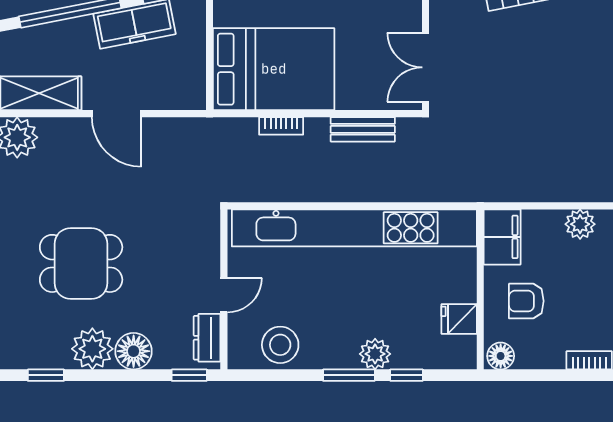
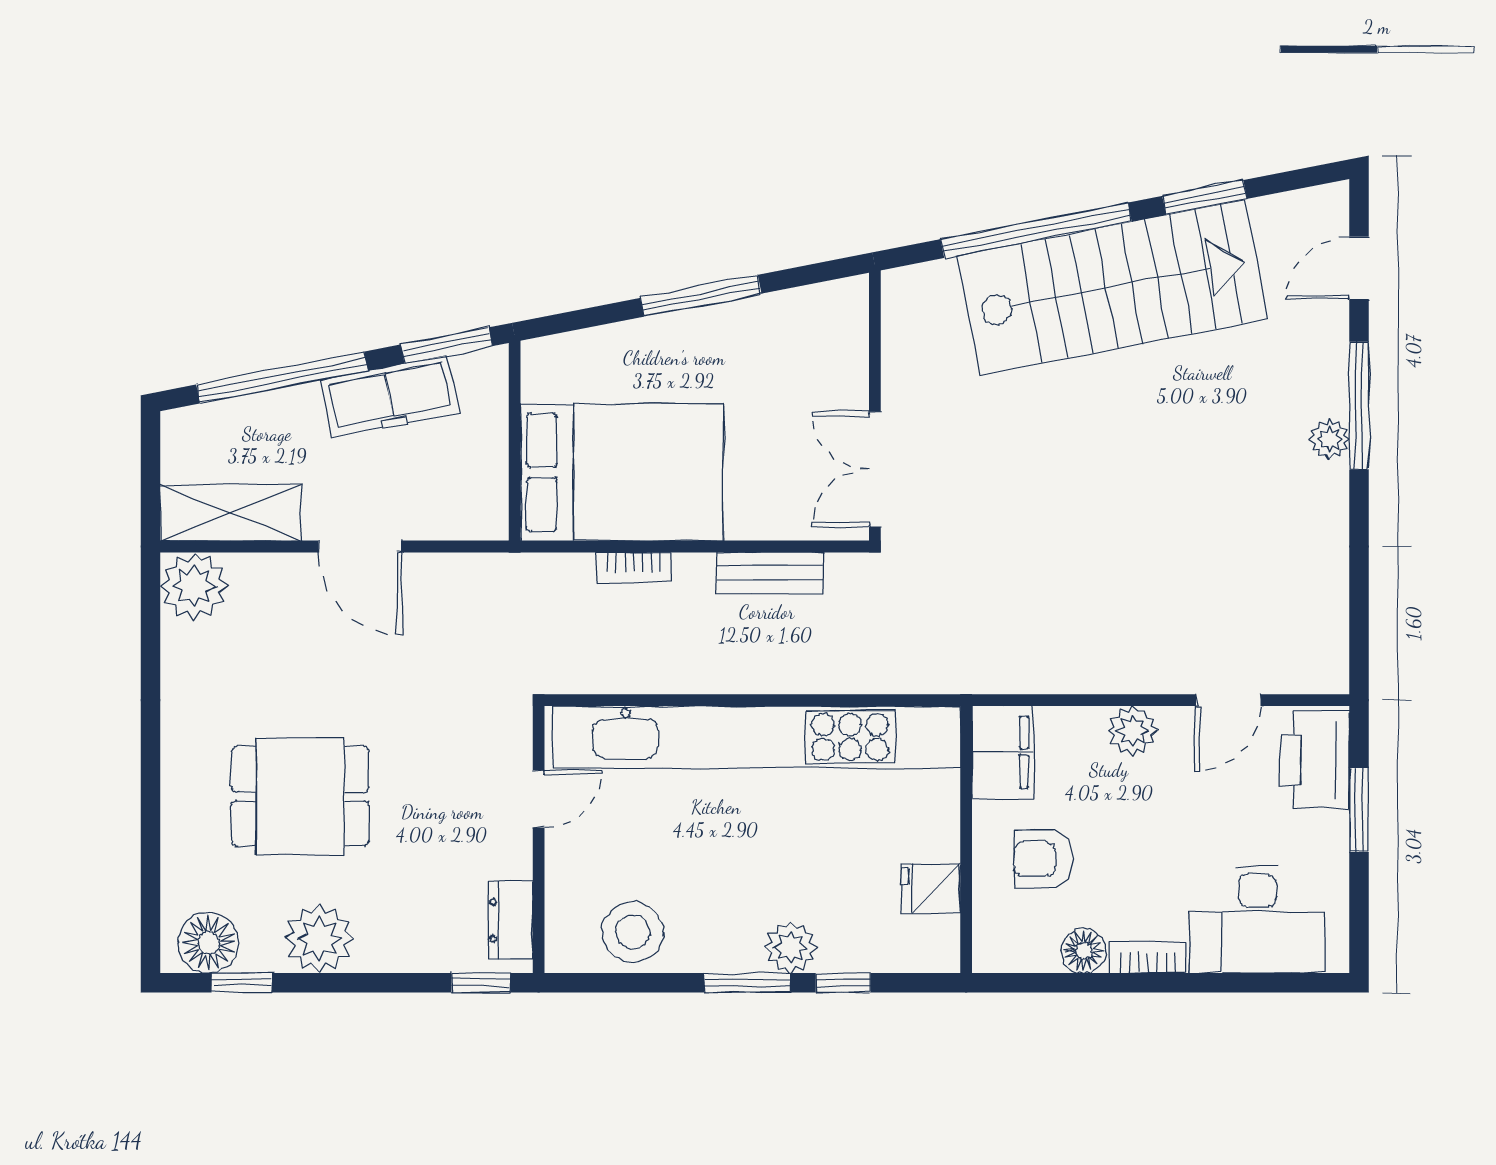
door: (224, 295) -> (539, 799), moved
floor lamp: (134, 351) -> (209, 943), moved
floor lamp: (501, 356) -> (1084, 951), moved

